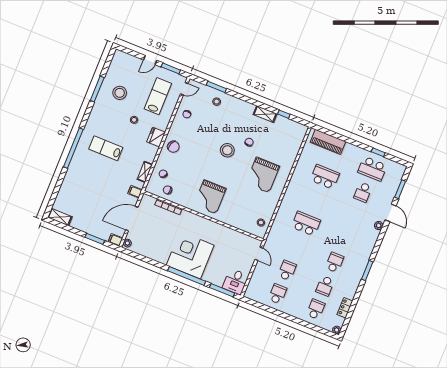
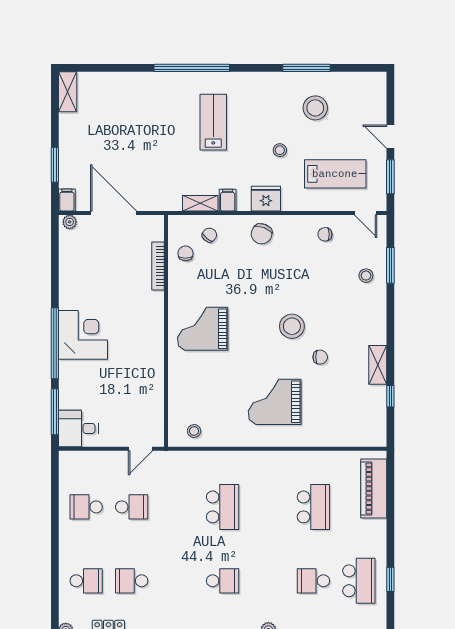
school desk: (372, 169) -> (359, 581), turned 180
filing cabinet: (135, 192) -> (228, 200), moved
corner desk: (190, 255) -> (83, 335), width x0.74, depth x0.74
school desk: (335, 262) -> (223, 581), moved
school desk: (278, 294) -> (86, 507), turned 180

